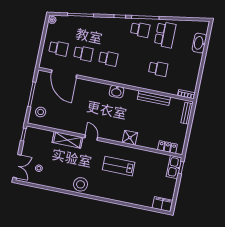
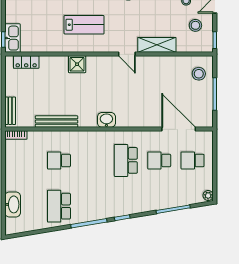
school desk: (140, 30) -> (92, 206), removed
school desk: (108, 58) -> (126, 160), width x1.85
stool: (36, 149) -> (195, 25), added

